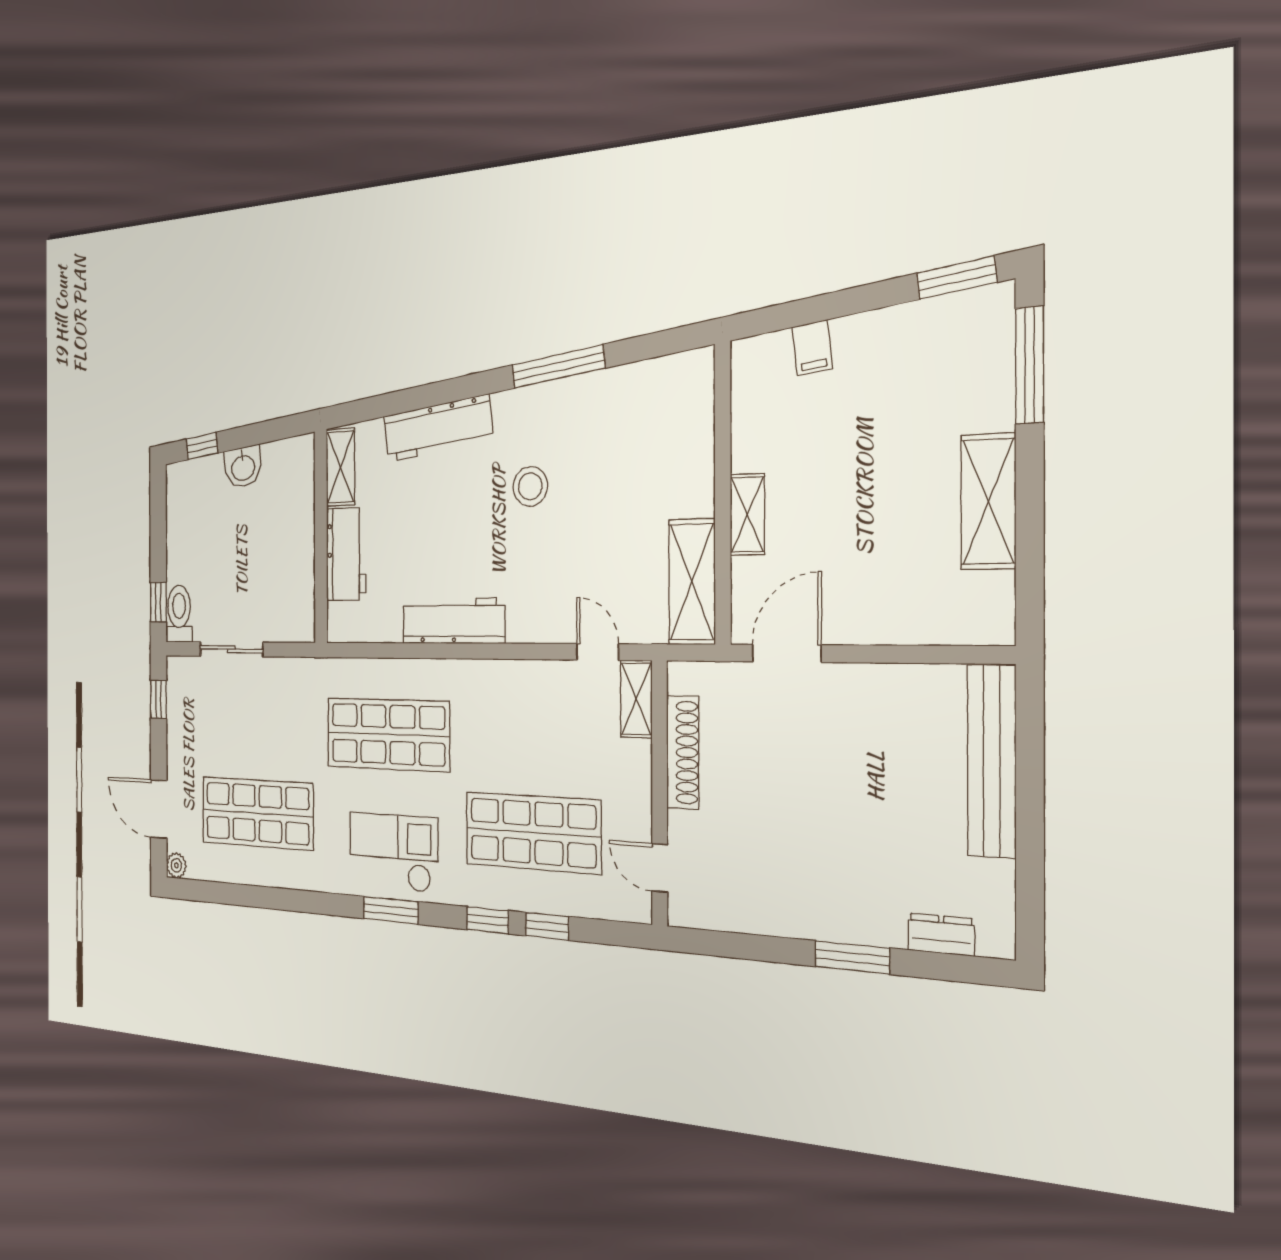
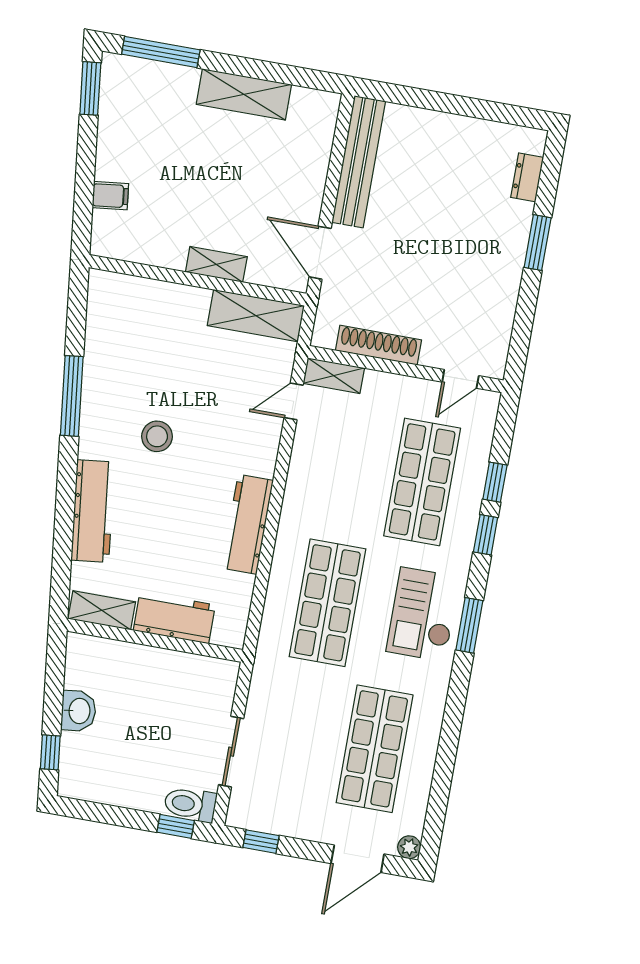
bench: (992, 761) -> (359, 162), moved, turned 90

